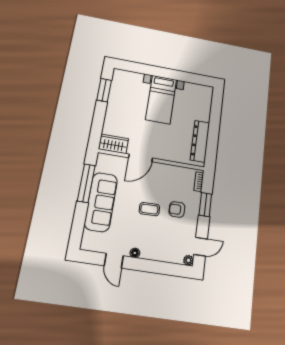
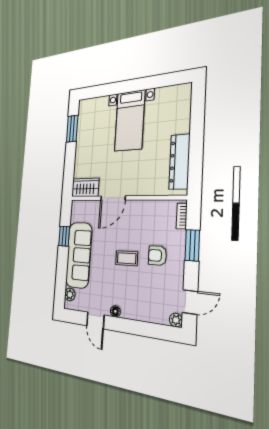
window: (86, 183) -> (64, 236), width x0.46
plant: (88, 237) -> (70, 295), added

